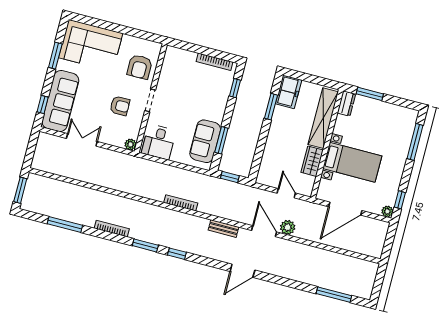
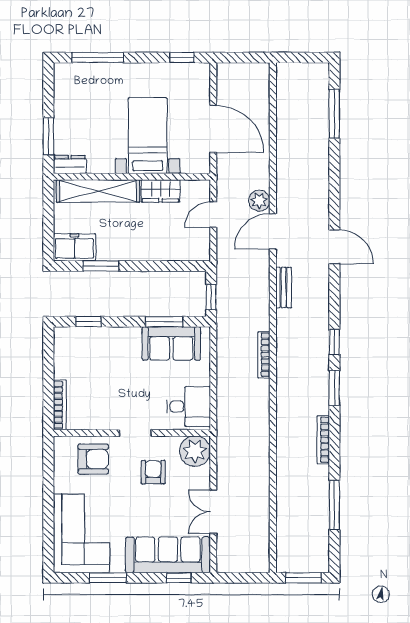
bookcase: (215, 62) -> (60, 405), moved
plant: (130, 144) -> (195, 451), width x1.87, depth x1.87
plant: (387, 211) -> (202, 71), removed

